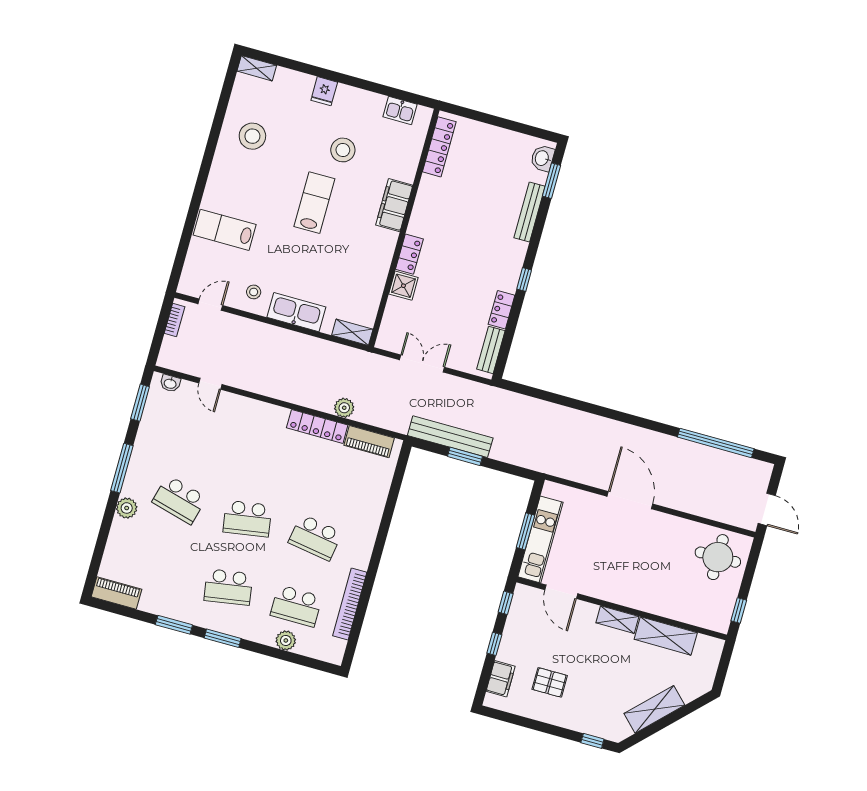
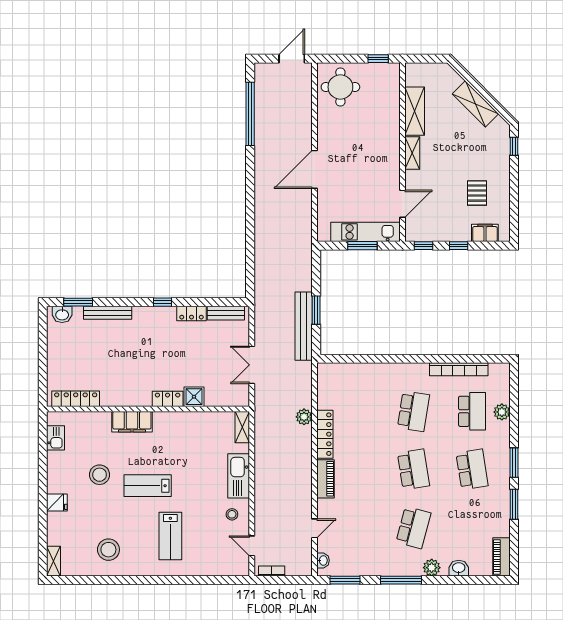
lab bench: (225, 230) -> (170, 536), moved
piano: (369, 442) -> (325, 479), moved
washbasin: (117, 539) -> (459, 568), added

